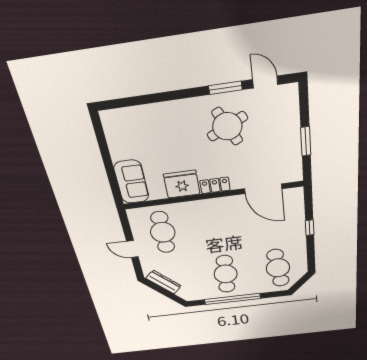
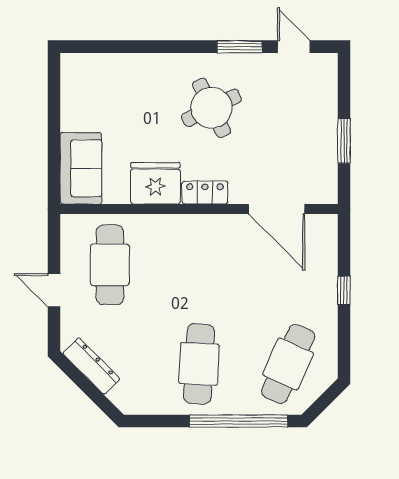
round table: (227, 126) -> (212, 108), moved
cafe table: (278, 268) -> (288, 364), turned 30
window: (232, 299) -> (239, 421), moved

